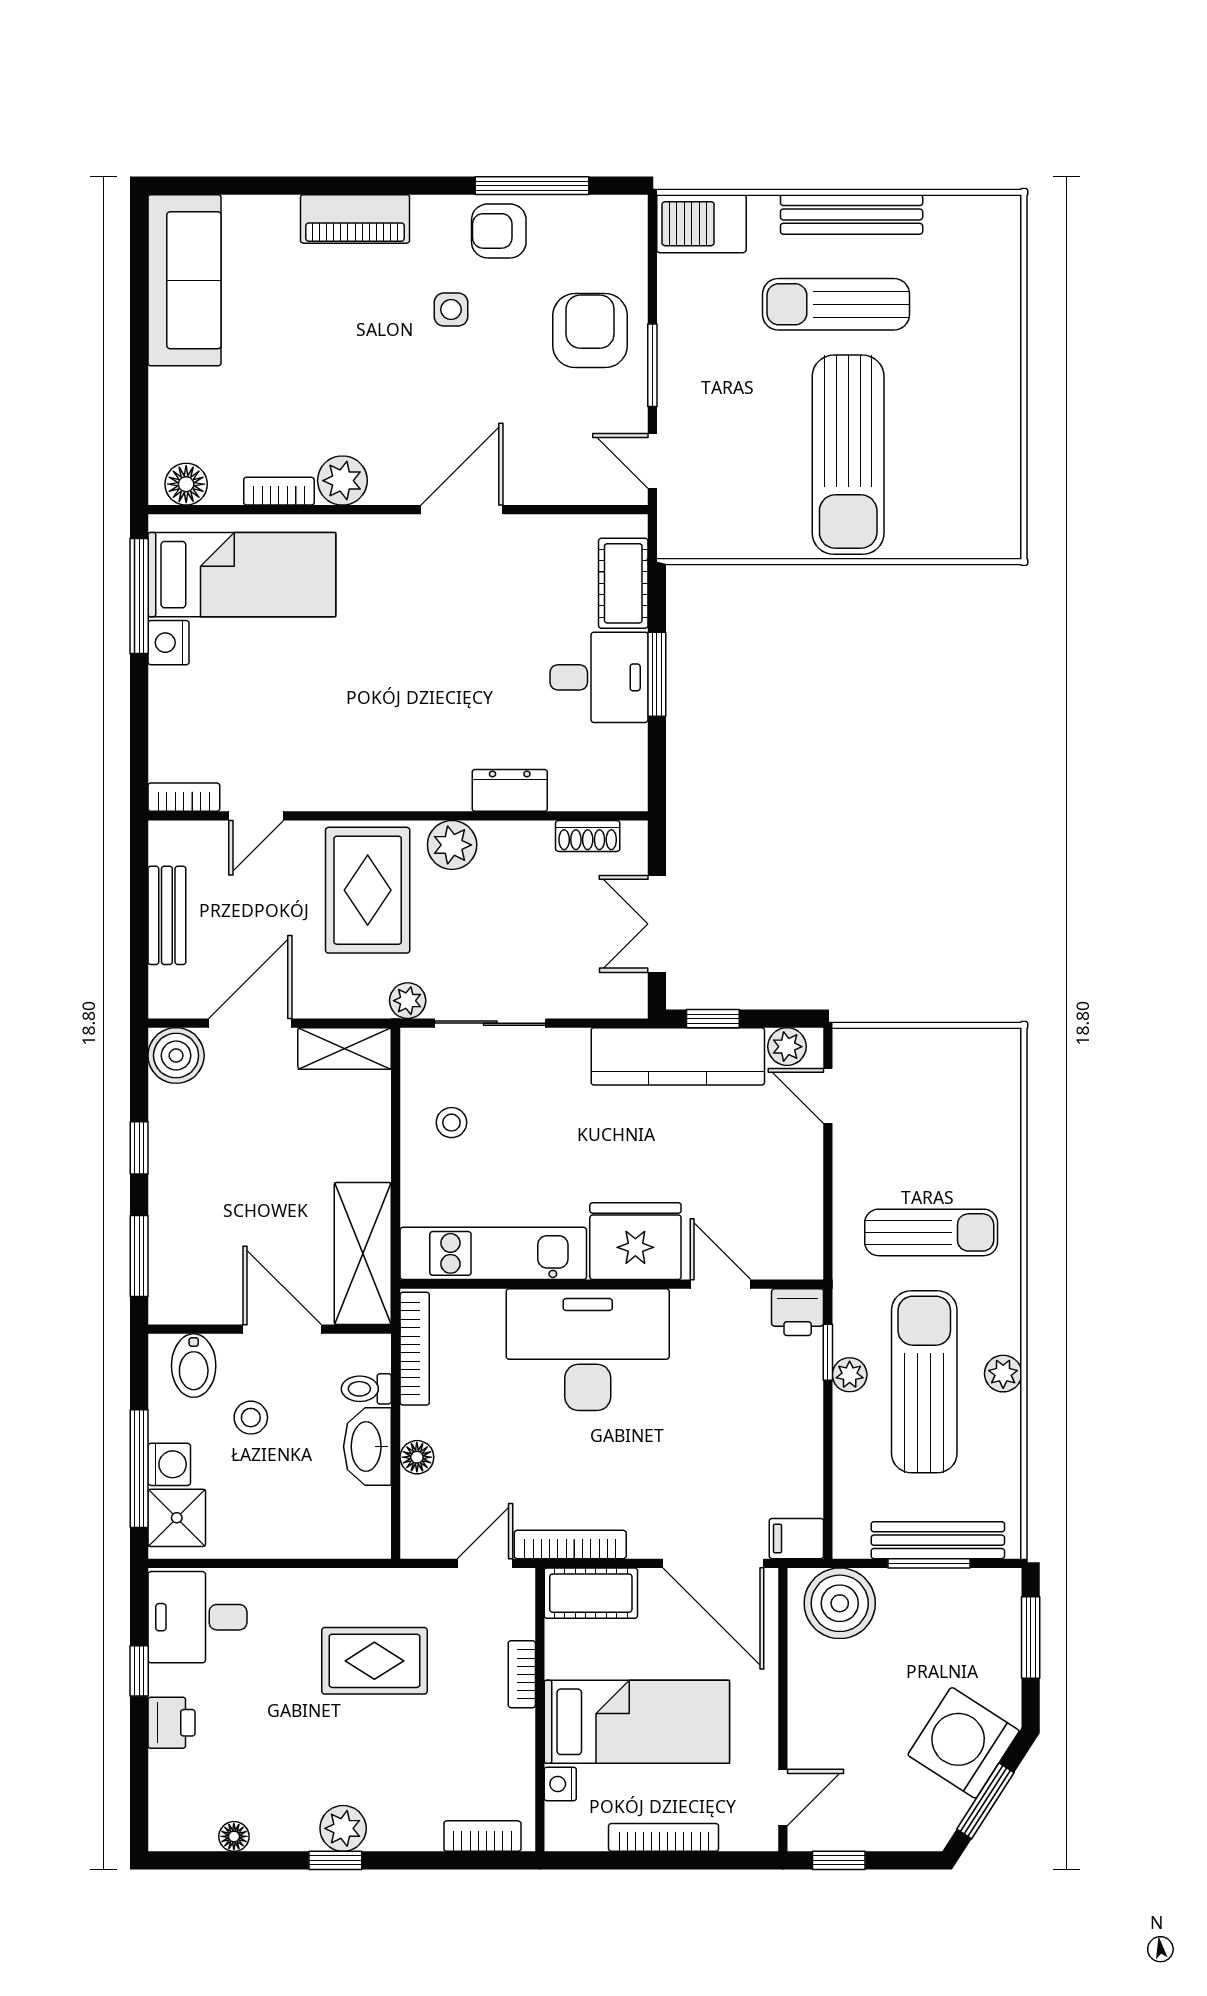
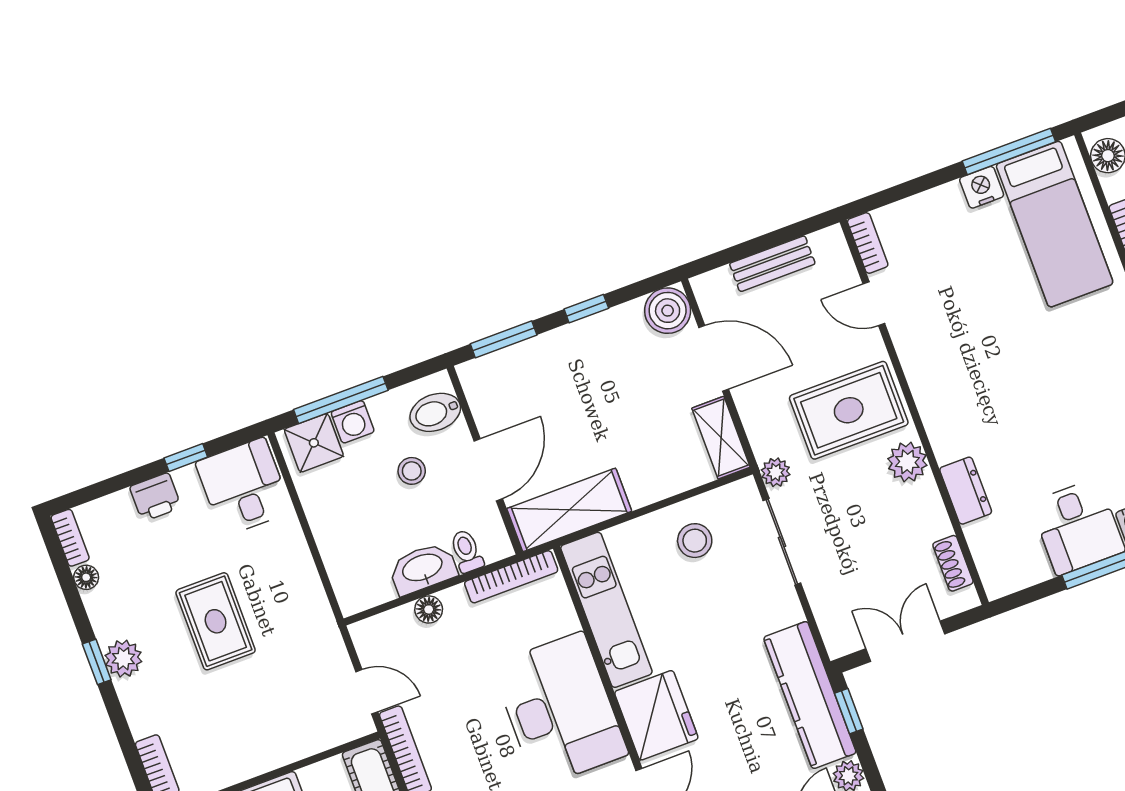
stool: (451, 1123) -> (695, 541), width x1.37, depth x1.37
rug: (374, 1661) -> (216, 621), moved
bookcase: (522, 1674) -> (70, 538), moved, turned 90

